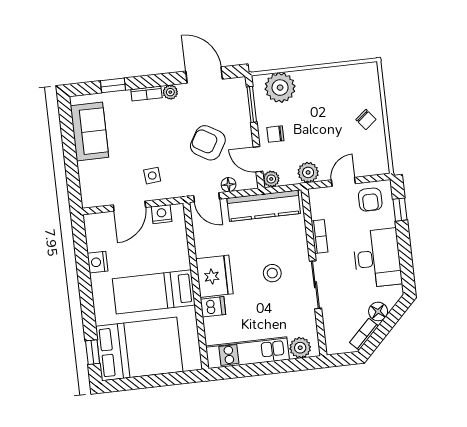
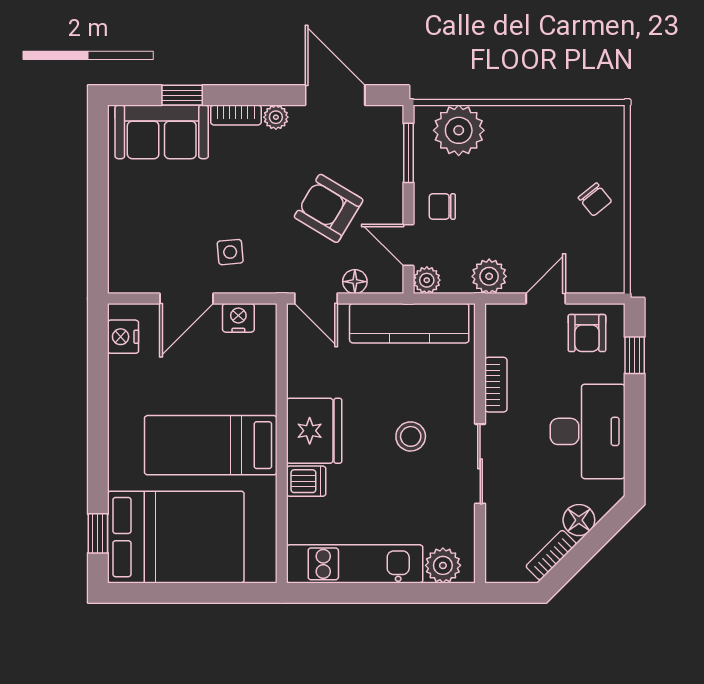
sofa: (90, 132) -> (162, 132), moved, turned 90
nightstand: (97, 262) -> (123, 337), moved

